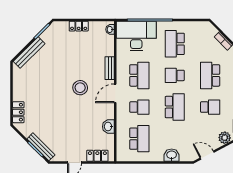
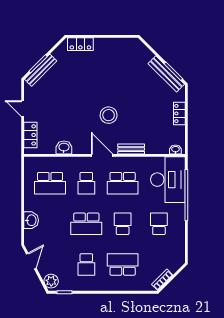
school desk: (175, 44) -> (159, 224), width x0.54
bench: (29, 53) -> (166, 74), moved

